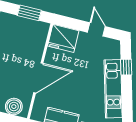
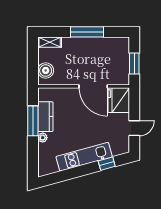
door: (38, 78) -> (93, 86), moved

